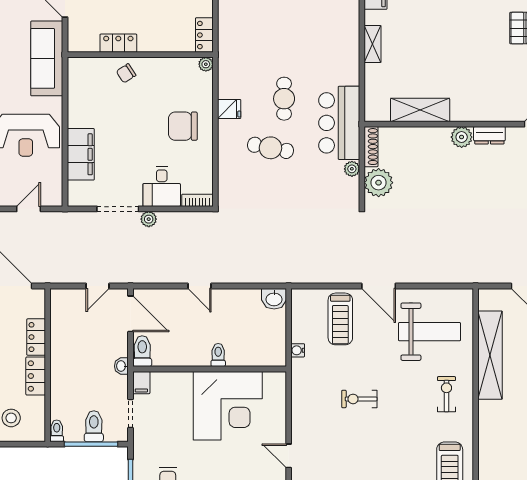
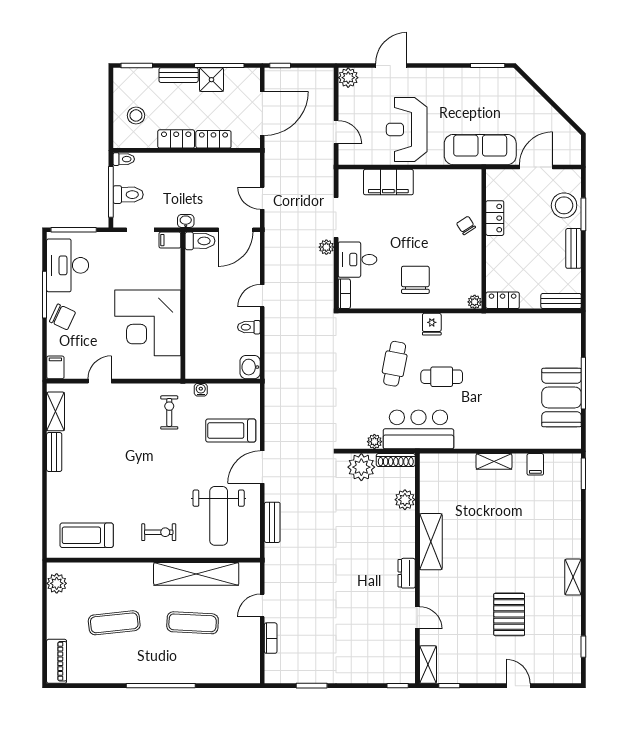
shelving: (420, 110) -> (431, 542), moved
plant: (462, 137) -> (405, 500), moved
bench: (436, 276) -> (272, 522), added
toilet: (218, 355) -> (249, 327), moved, turned 180
exercise bike: (359, 399) -> (169, 412), moved

